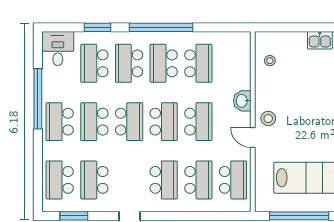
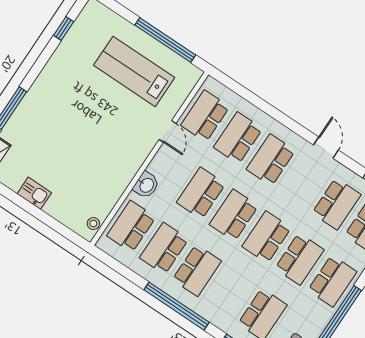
stool: (270, 61) -> (93, 224), moved
school desk: (129, 63) -> (131, 226), moved, turned 180
stool: (268, 119) -> (133, 152), removed
door: (253, 137) -> (168, 131), moved

